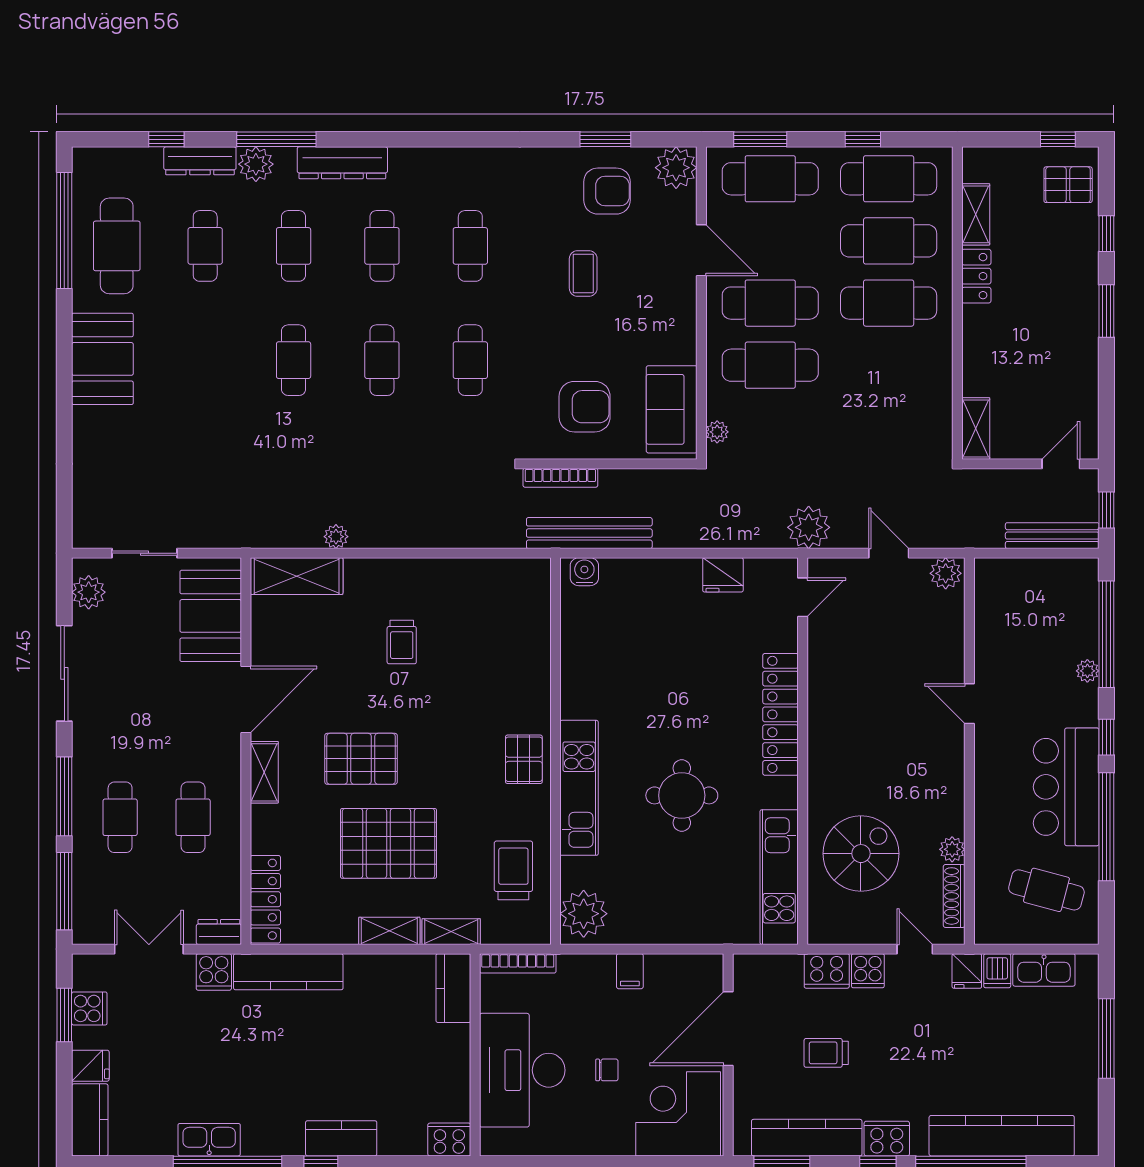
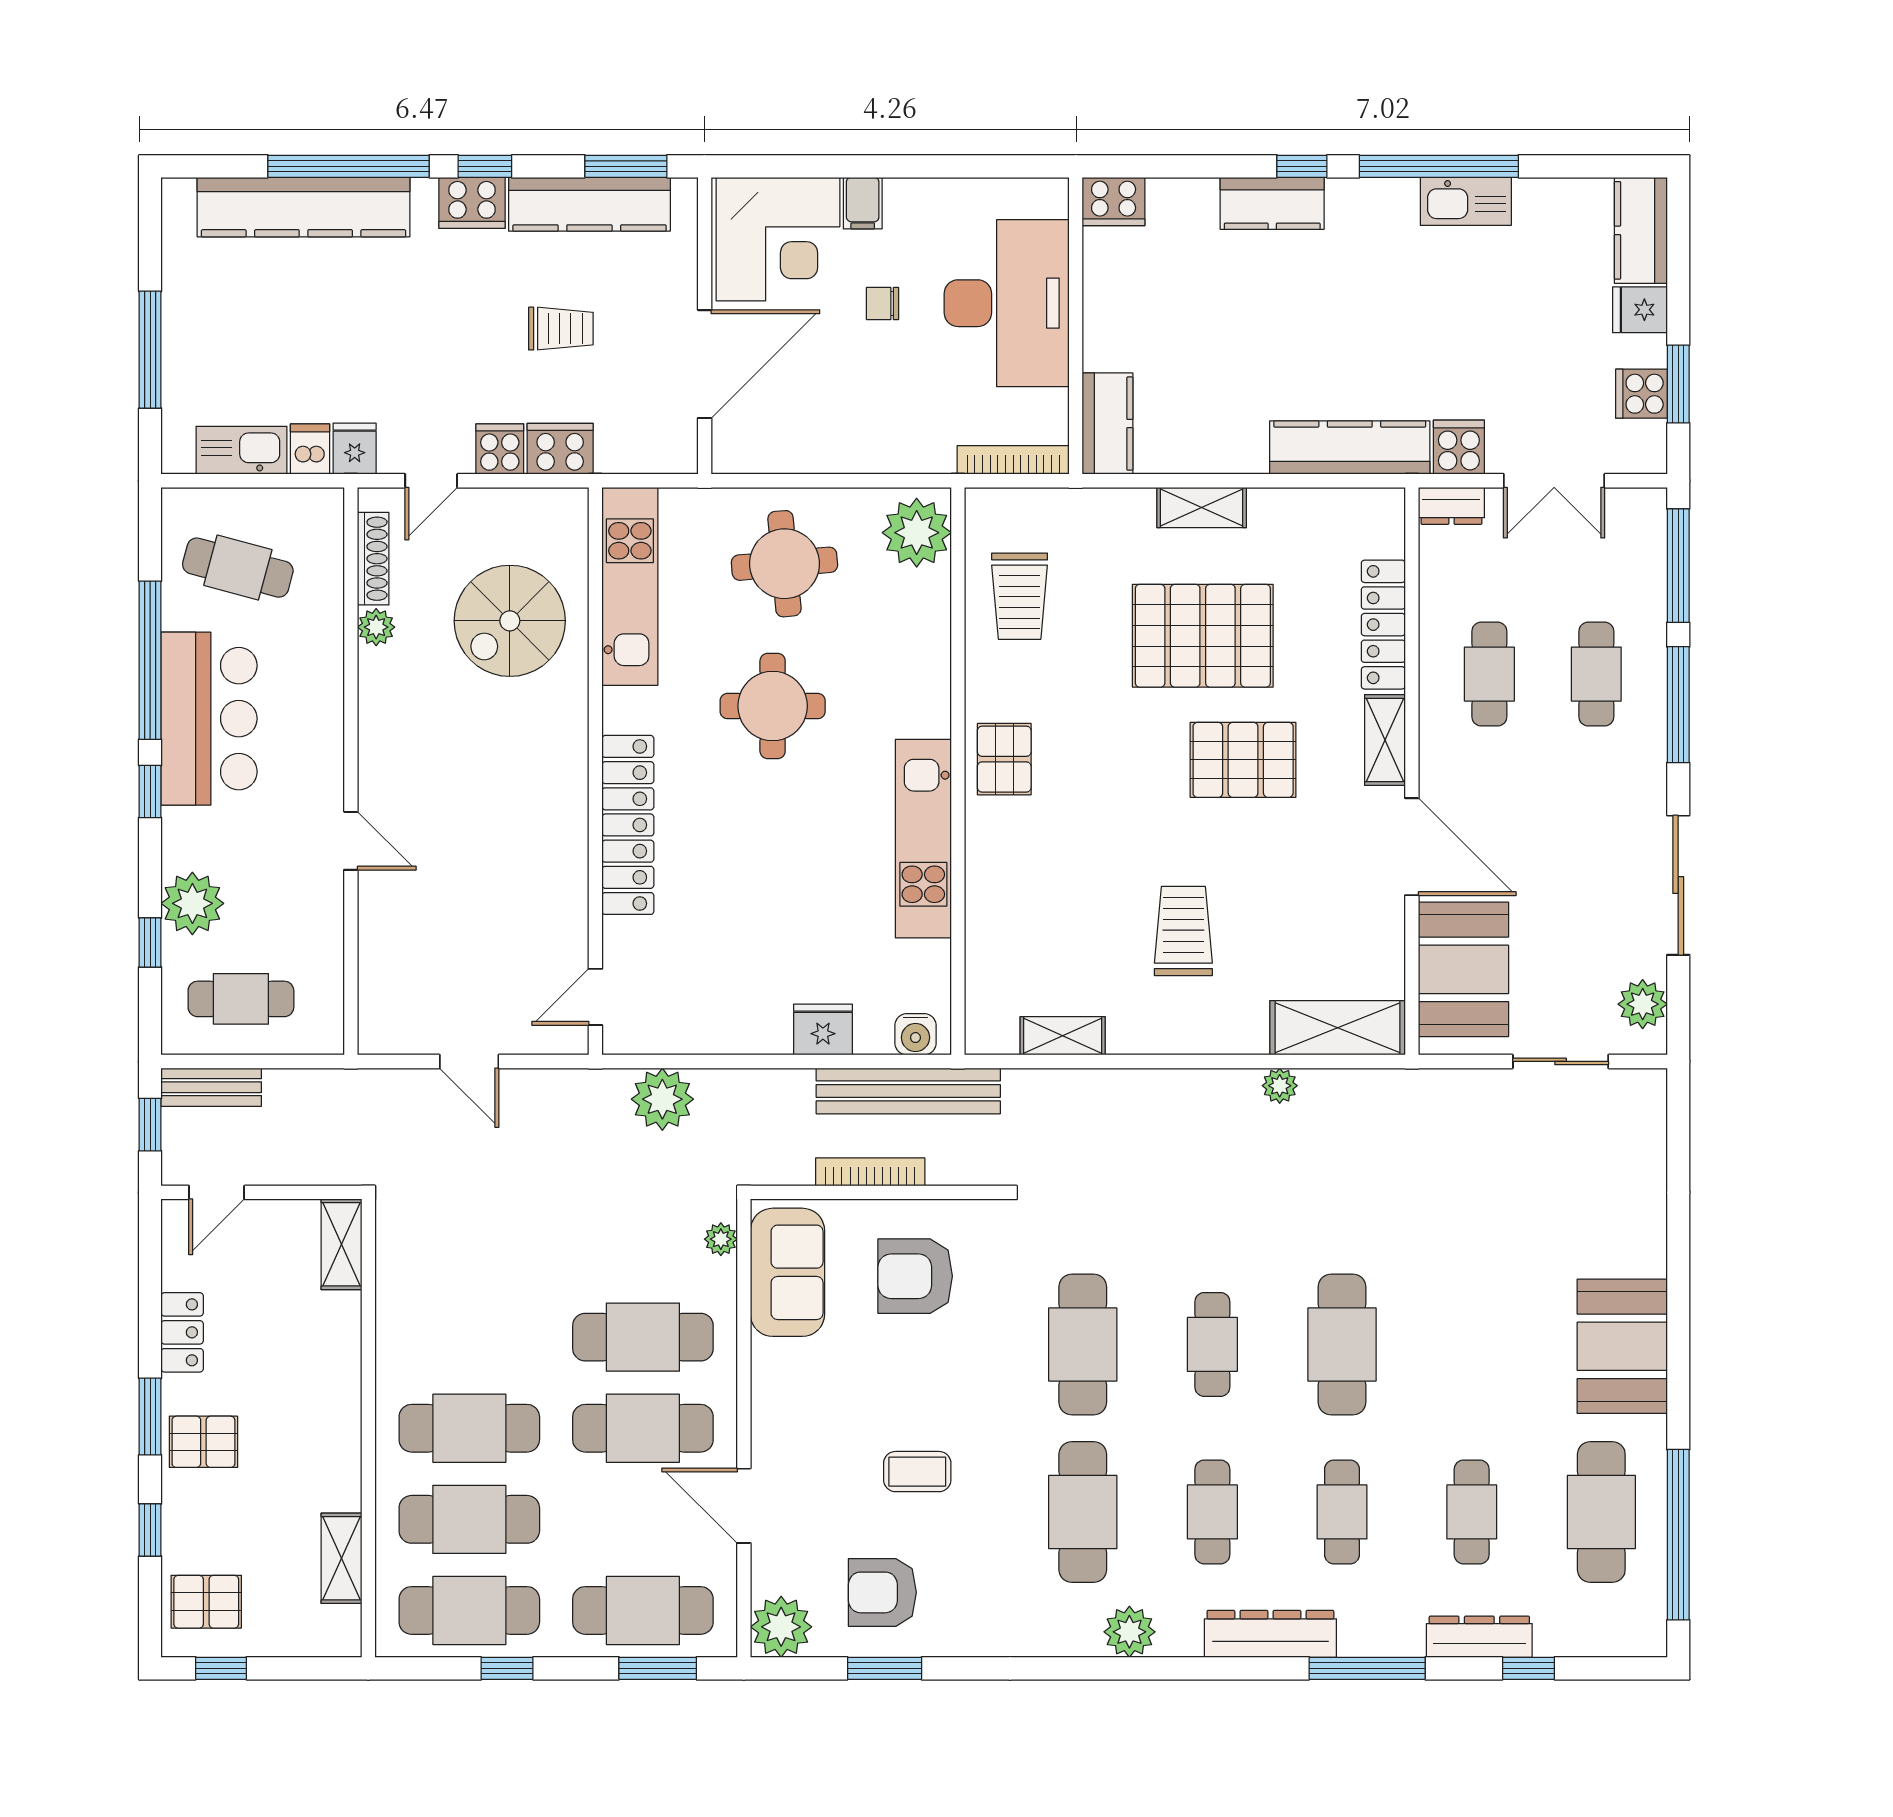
plant: (256, 164) -> (1129, 1632), moved
cafe table: (470, 246) -> (1083, 1512), width x1.37, depth x1.35
coffee table: (583, 273) -> (917, 1472), turned 90
locker: (976, 276) -> (182, 1332), moved, turned 180
pallet: (1070, 294) -> (203, 1442), added
cafe table: (294, 360) -> (1342, 1344), width x1.37, depth x1.35
cafe table: (470, 360) -> (1083, 1344), width x1.37, depth x1.35
bookcase: (560, 478) -> (870, 1172), moved
plant: (809, 527) -> (662, 1099), moved
bench: (1052, 536) -> (211, 1087), width x0.73
plant: (946, 573) -> (386, 1032), removed
fridge: (723, 575) -> (823, 1030), moved
cafe table: (1044, 596) -> (241, 999), added
window: (1106, 634) -> (150, 942), width x0.32
trolley: (402, 642) -> (1183, 931), width x1.36, depth x1.39
plant: (1087, 671) -> (192, 903), width x1.87, depth x1.87
door: (246, 700) -> (1412, 847), swing flipped
kitchen unit: (579, 788) -> (923, 839), moved
round table: (674, 893) -> (784, 564), added
locker: (265, 899) -> (1383, 625), moved
shelving: (451, 932) -> (1063, 1036), moved
door: (915, 949) -> (431, 481), hinge flipped
filing cabinet: (630, 971) -> (863, 203), moved, turned 180

